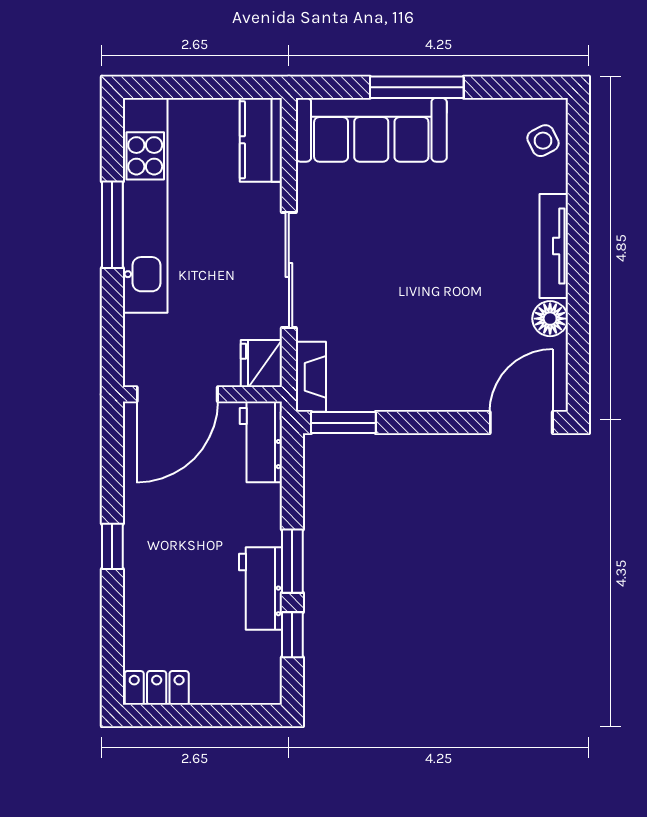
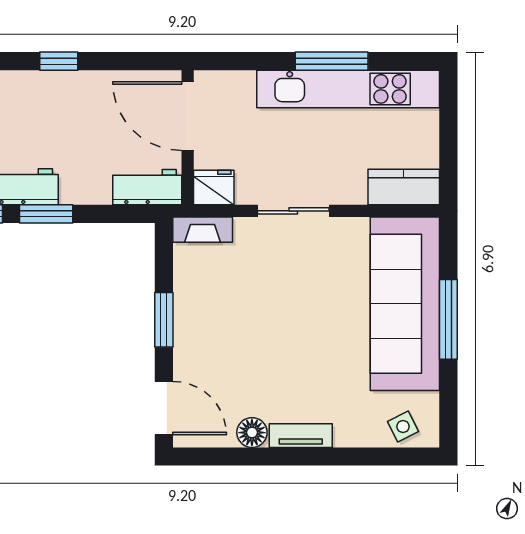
sofa: (371, 130) -> (405, 304), width x1.36, depth x1.27
tv unit: (554, 246) -> (301, 436), width x0.71
sliding door: (289, 270) -> (293, 211), width x0.73
window: (343, 423) -> (164, 320), moved

